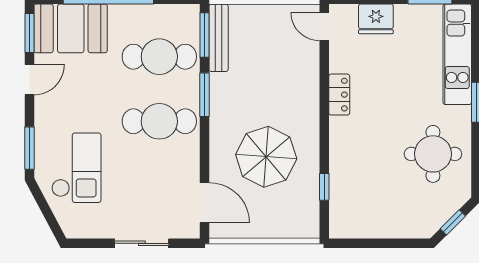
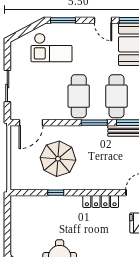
locker: (339, 95) -> (101, 201), width x1.53
window: (324, 187) -> (56, 193), moved

